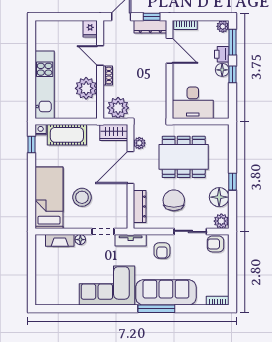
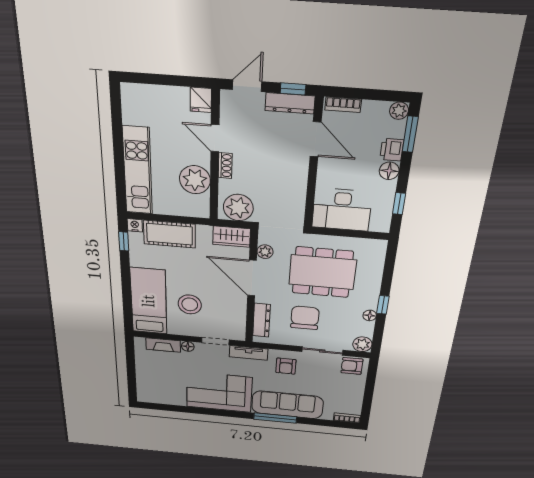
window: (232, 74) -> (399, 204), moved
door: (130, 168) -> (252, 278), hinge flipped
floor lamp: (219, 197) -> (370, 315), width x0.53, depth x0.53

